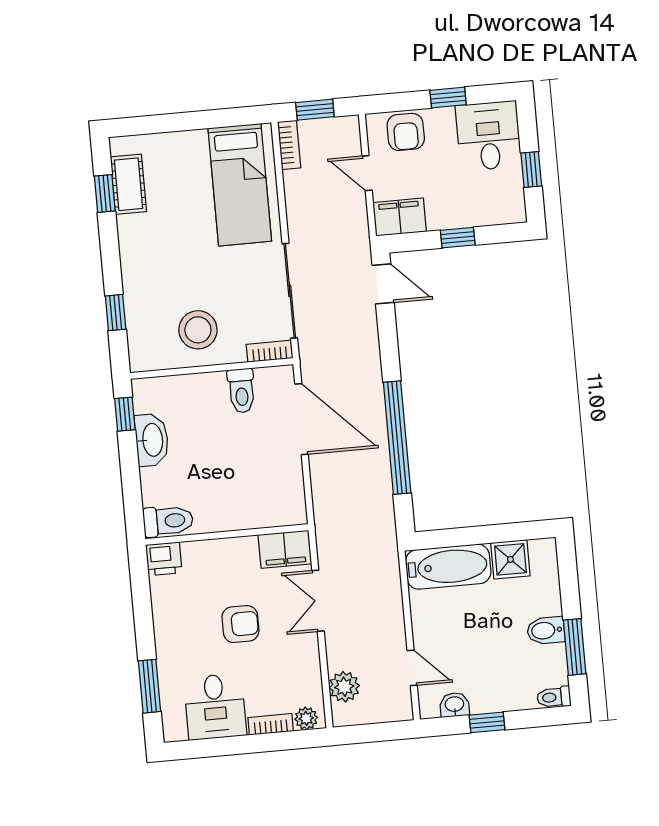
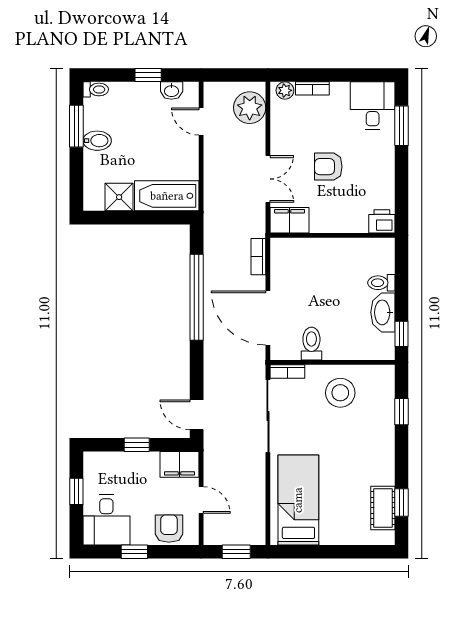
bookcase: (289, 145) -> (258, 257), moved
toilet: (168, 521) -> (381, 283), moved, width x0.73, depth x0.72
plant: (344, 687) -> (250, 108), width x1.36, depth x1.36
desk: (215, 707) -> (373, 106), moved

